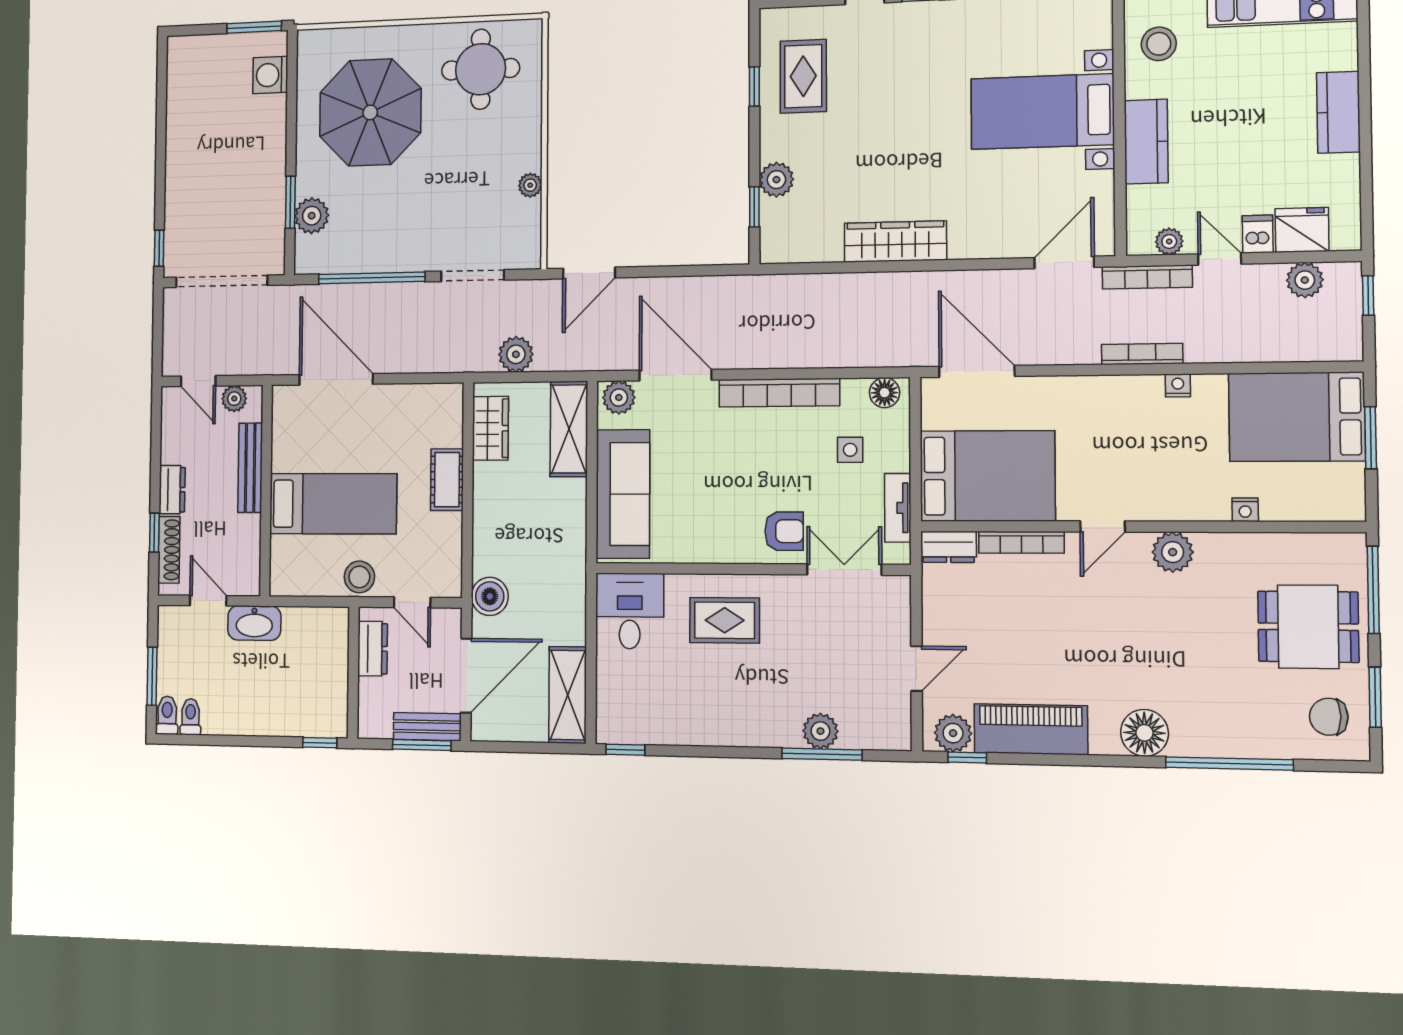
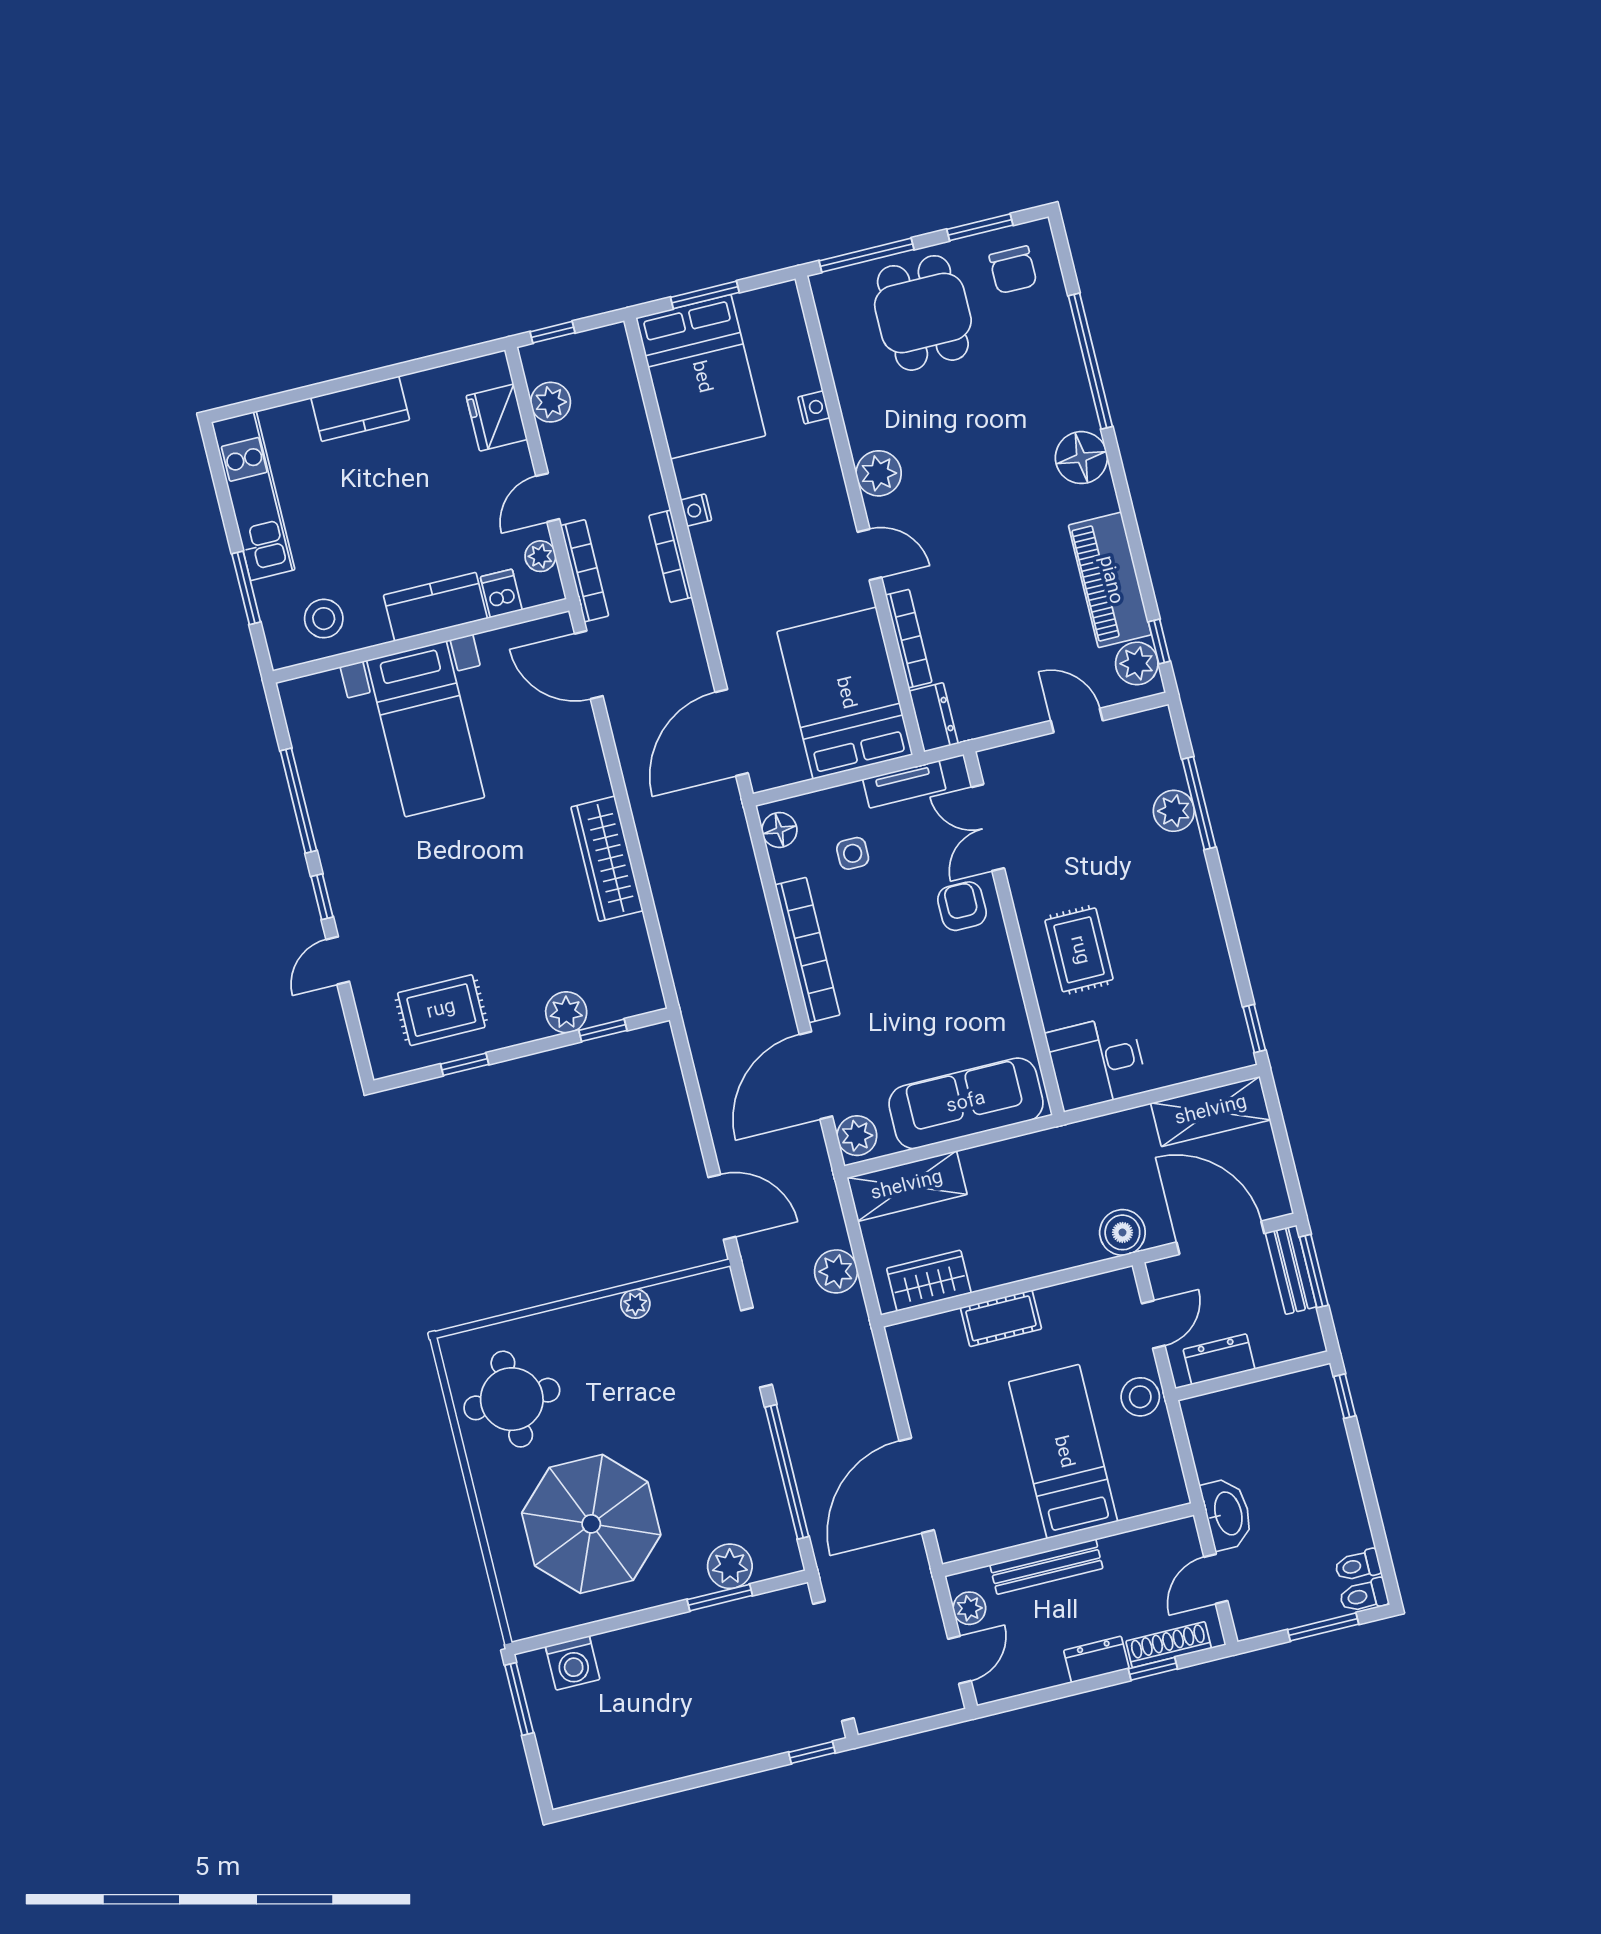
dishwasher: (1258, 234) -> (501, 593), moved, turned 90

